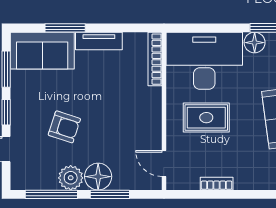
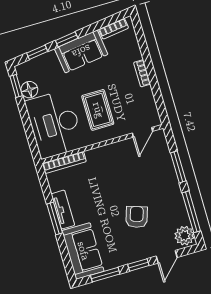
window: (65, 28) -> (55, 218), moved
floor lamp: (98, 177) -> (167, 180), removed
plant: (71, 178) -> (184, 236), moved
bookcase: (217, 184) -> (142, 73), moved

